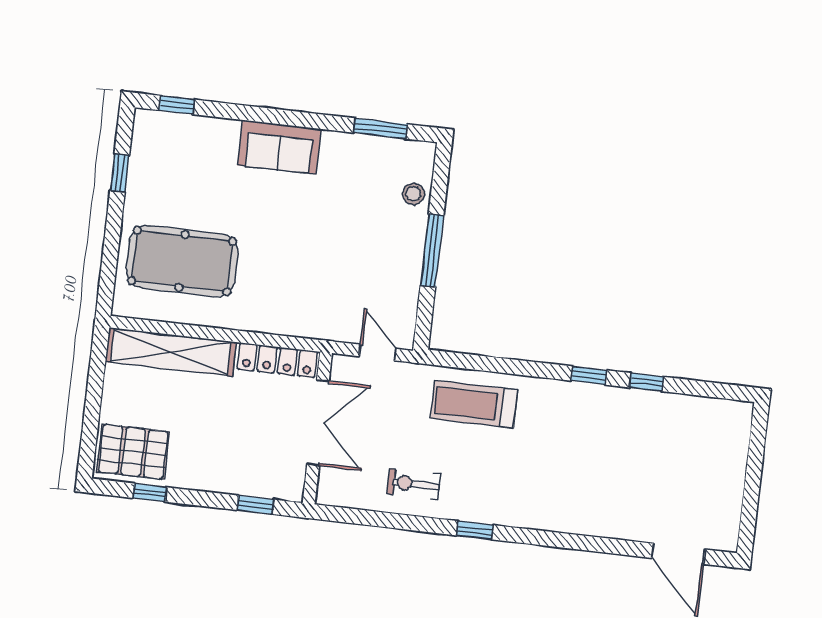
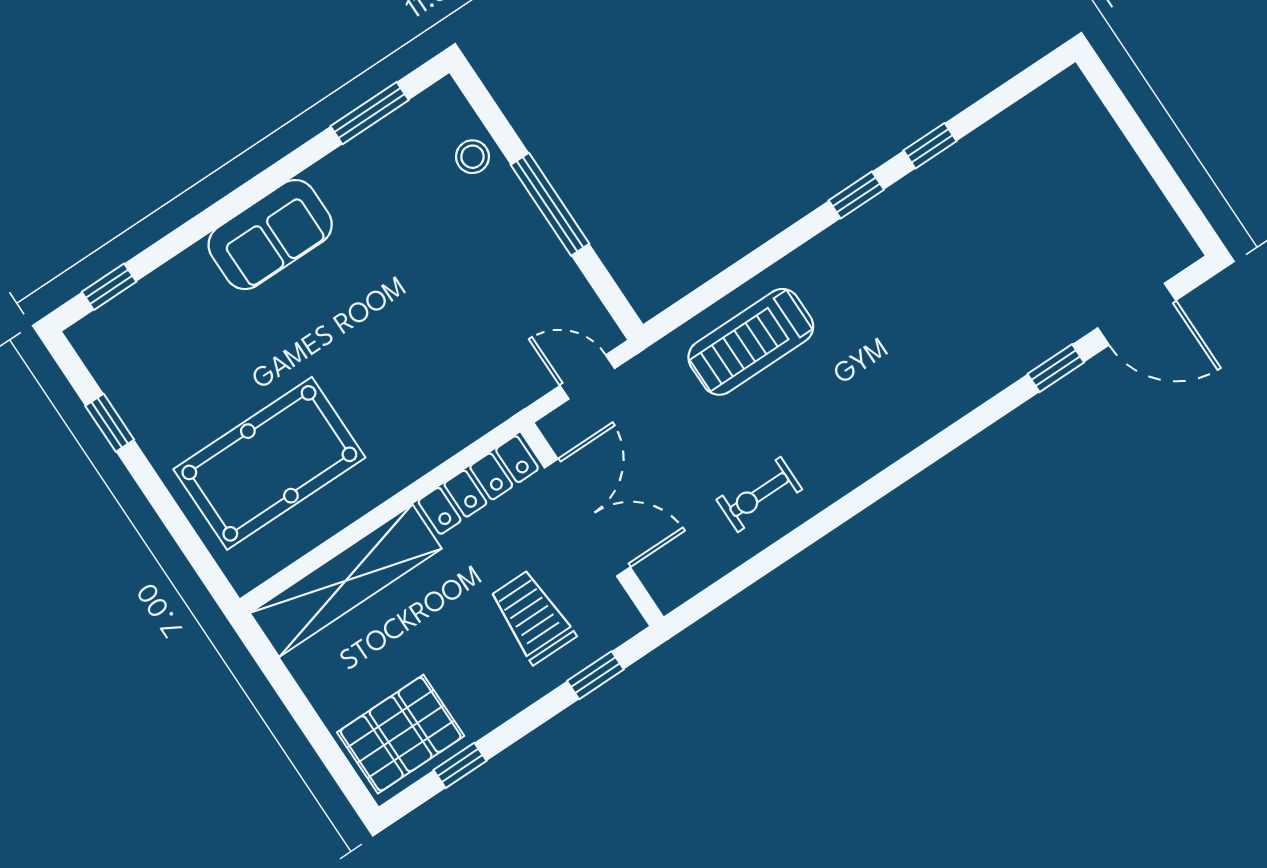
trolley: (248, 449) -> (532, 617), added
window: (475, 530) -> (1056, 368), moved

